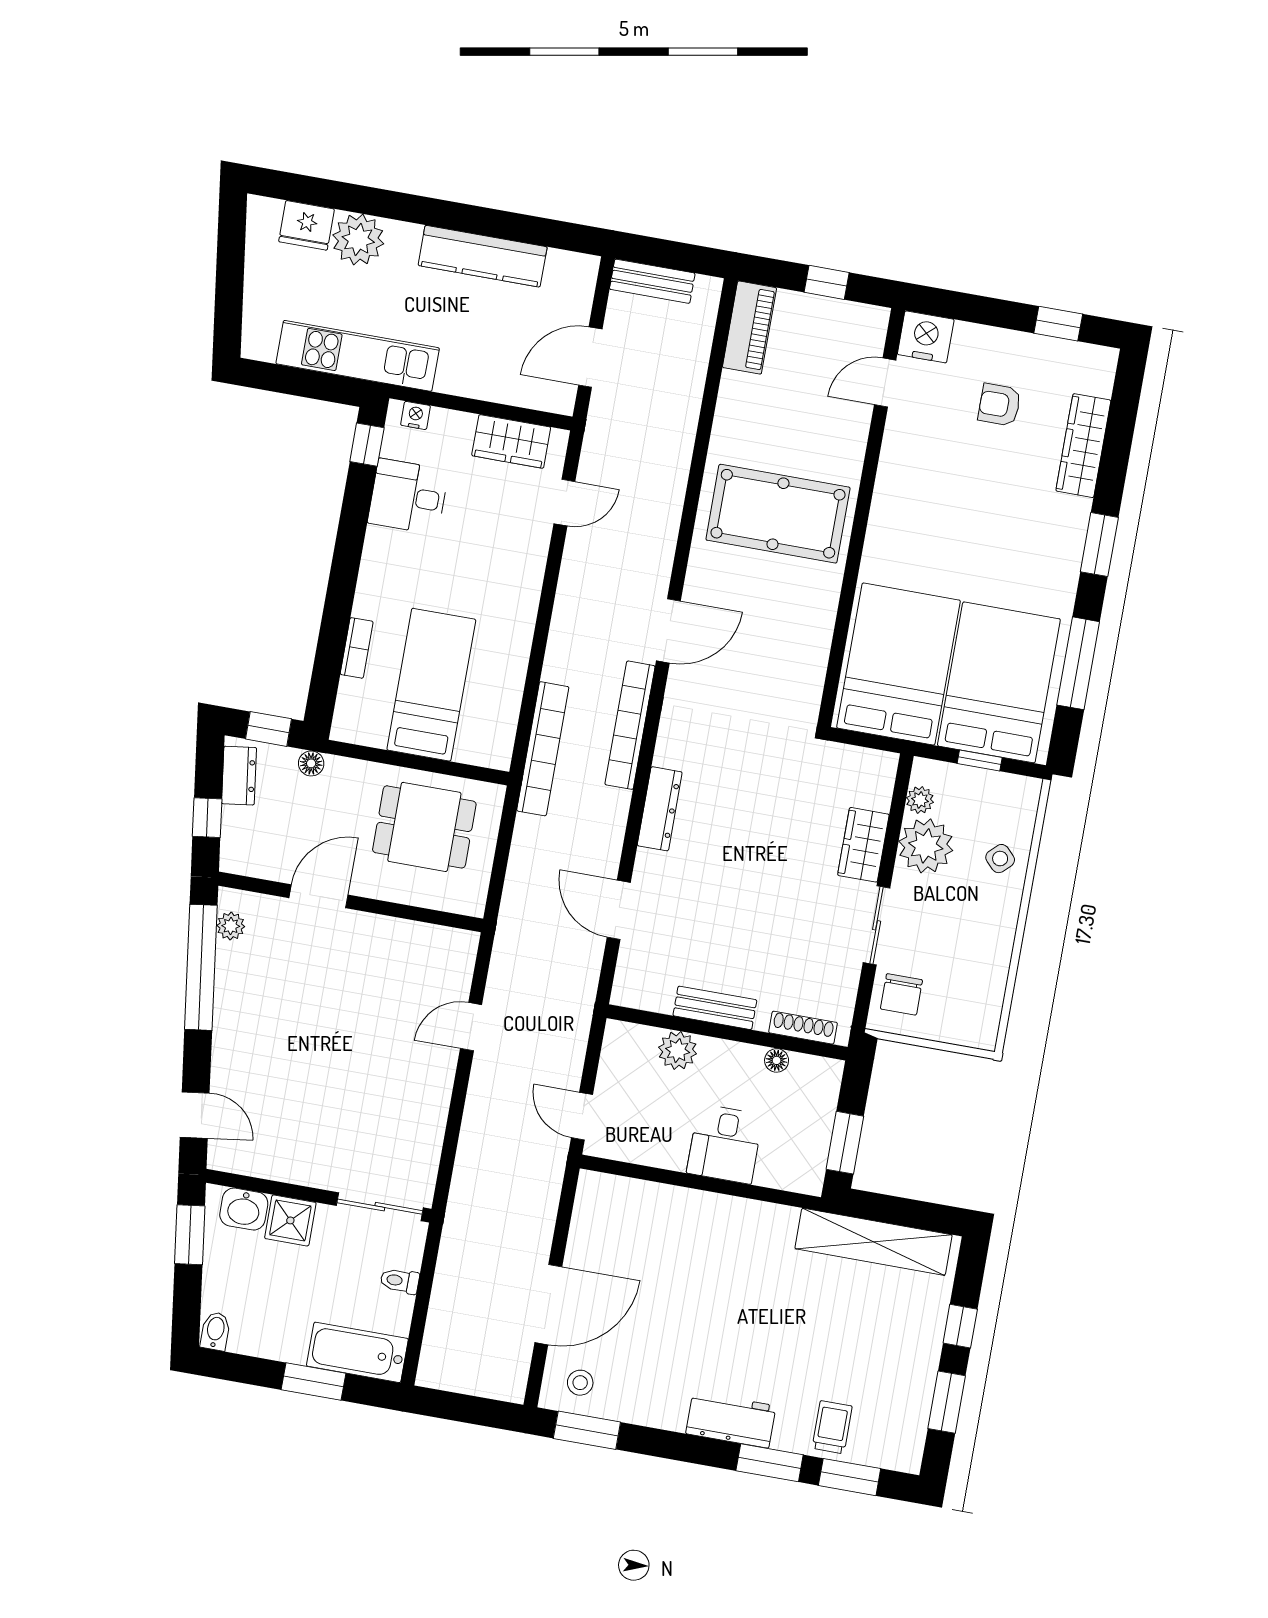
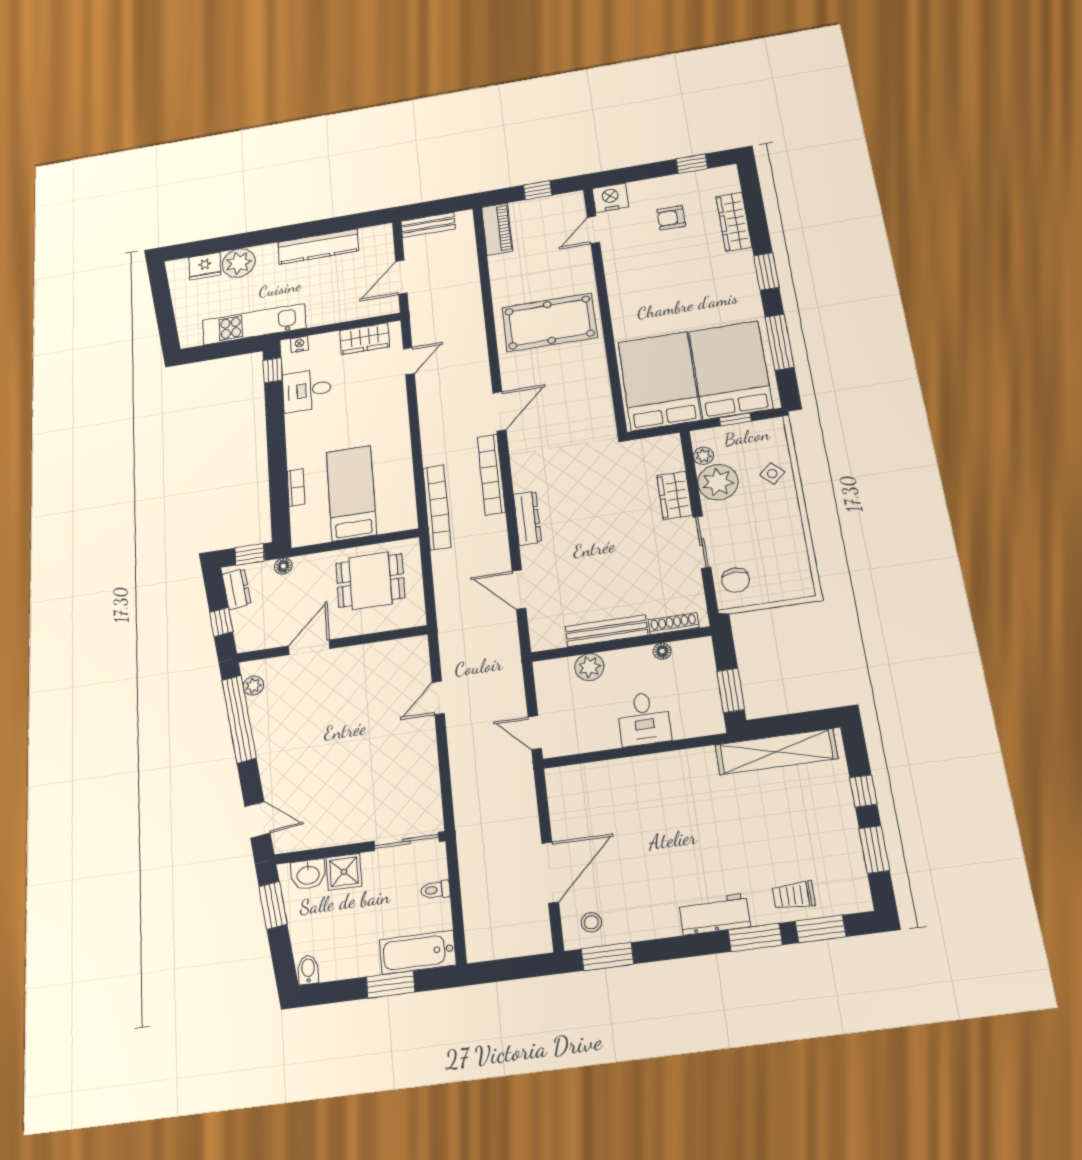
bench: (715, 1008) -> (607, 631), width x1.36
trolley: (832, 1427) -> (794, 896), turned -90

